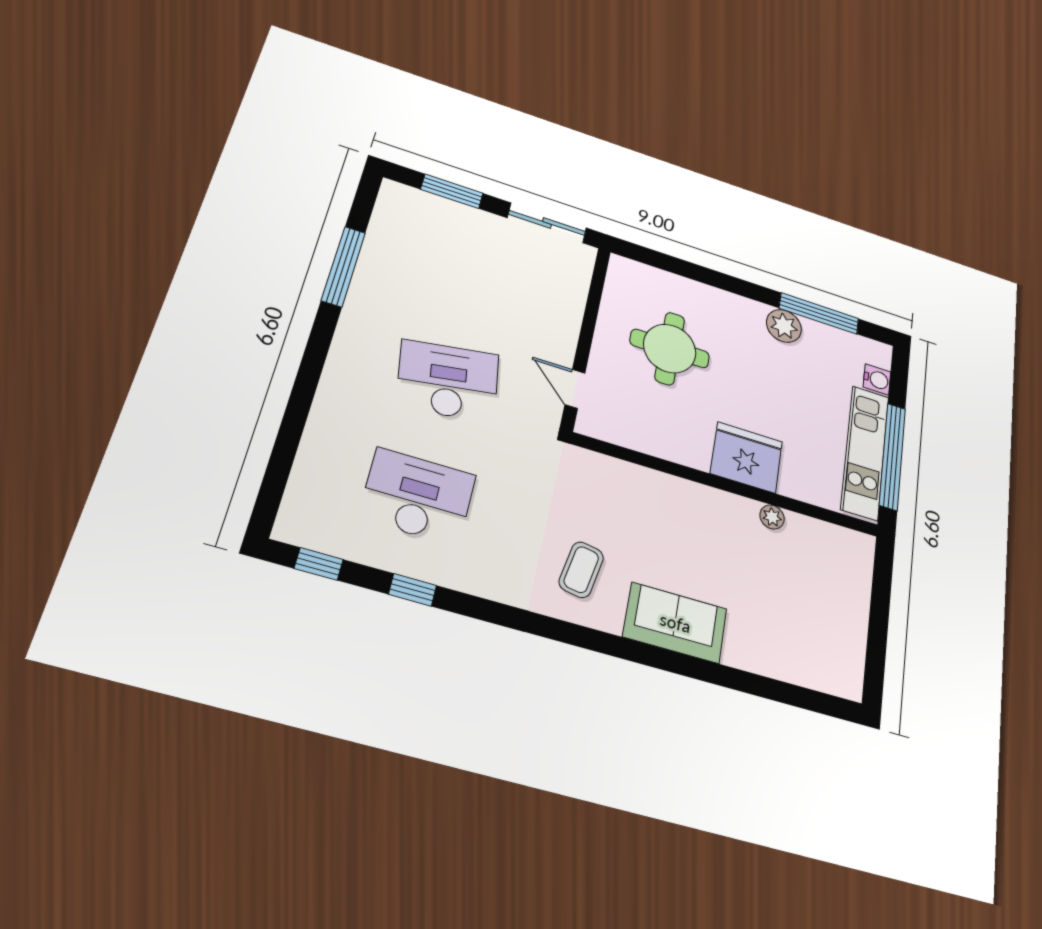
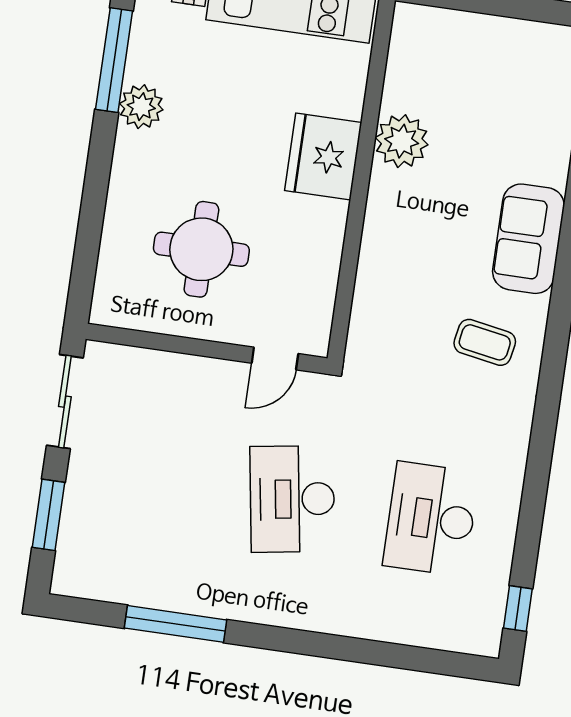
plant: (772, 517) -> (402, 141), width x1.87, depth x1.87
window: (413, 590) -> (531, 514), removed

